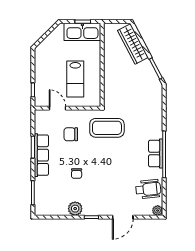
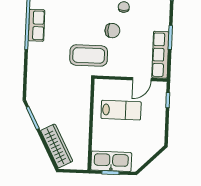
lab bench: (75, 79) -> (121, 110), turned 90
door: (57, 108) -> (142, 79), hinge flipped
chair: (71, 134) -> (112, 31), moved
row of seats: (41, 155) -> (160, 55), moved

